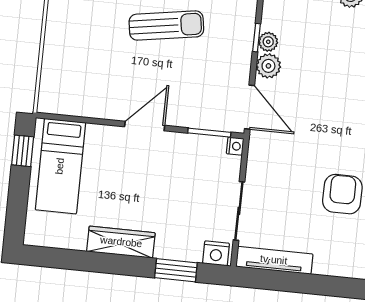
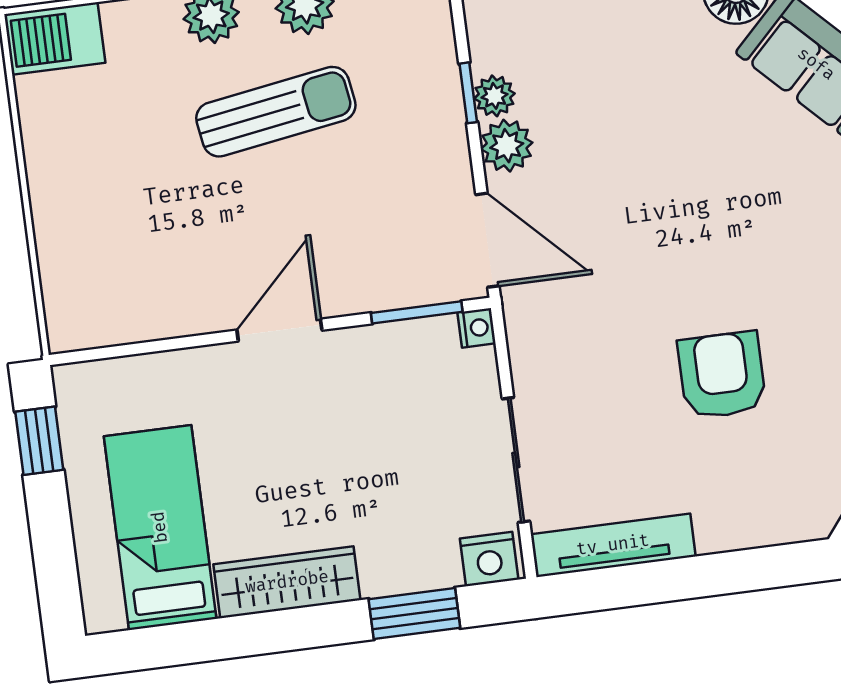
bed: (60, 166) -> (160, 527), moved, turned 180

